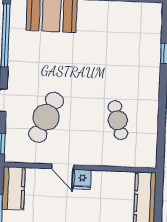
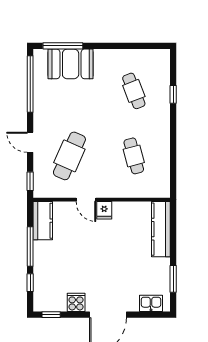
cafe table: (121, 48) -> (134, 91), added

